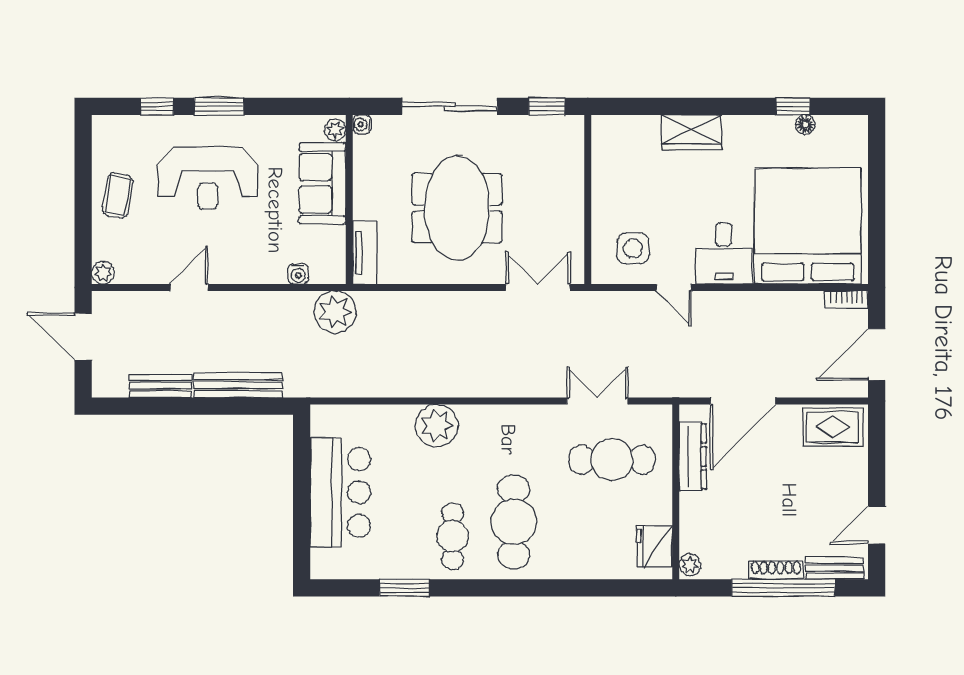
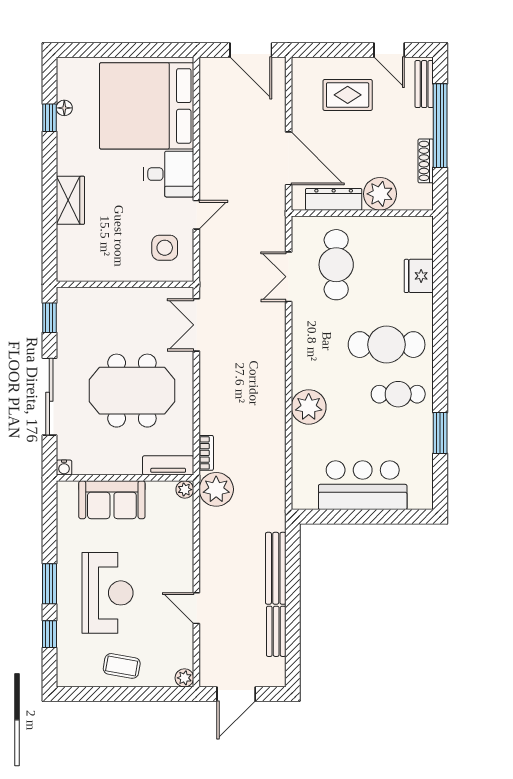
plant: (335, 130) -> (185, 490), moved
water cooler: (298, 274) -> (185, 519), removed
bookcase: (846, 300) -> (206, 453), moved
rug: (833, 427) -> (348, 95), moved, turned 90
fridge: (655, 546) -> (419, 276), moved, turned 90
plant: (690, 565) -> (380, 194), moved, width x1.88, depth x1.88
shoe rack: (776, 570) -> (426, 161), moved

